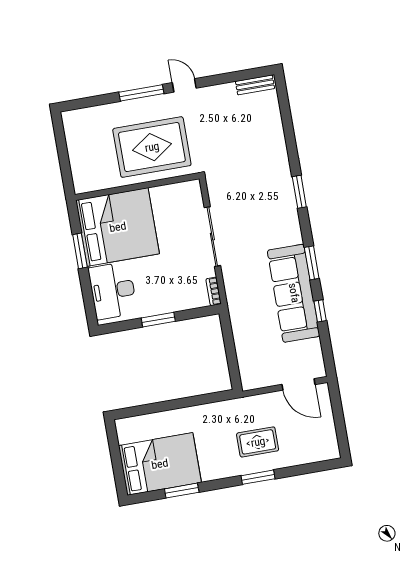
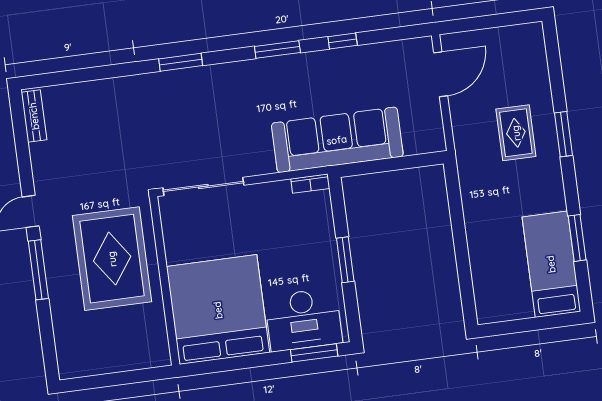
sliding door: (212, 237) -> (203, 186), moved
window: (80, 251) -> (314, 353), moved
sofa: (294, 293) -> (337, 140), moved, turned 180
bed: (160, 464) -> (551, 264), width x0.67

